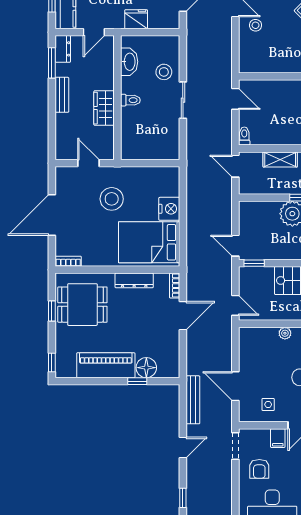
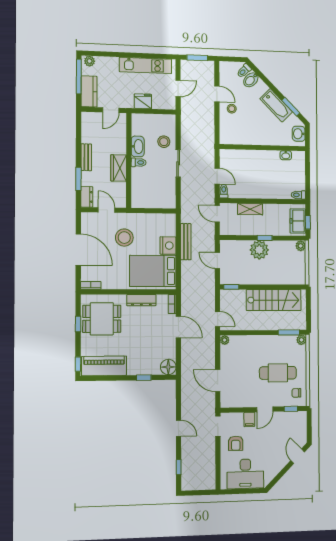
dresser: (63, 49) -> (87, 197), moved
washbasin: (129, 62) -> (138, 146), moved
window: (52, 63) -> (78, 179), moved
door: (235, 99) -> (217, 176), moved
door: (52, 215) -> (78, 250), swing flipped
door: (235, 246) -> (217, 260), moved
door: (183, 316) -> (178, 327), hinge flipped
plant: (285, 333) -> (225, 340), moved
piano: (106, 365) -> (104, 366), moved
floor lamp: (146, 368) -> (168, 367), moved
bench: (193, 400) -> (186, 242), moved
side table: (268, 404) -> (242, 394), removed
door: (183, 448) -> (179, 428), hinge flipped

